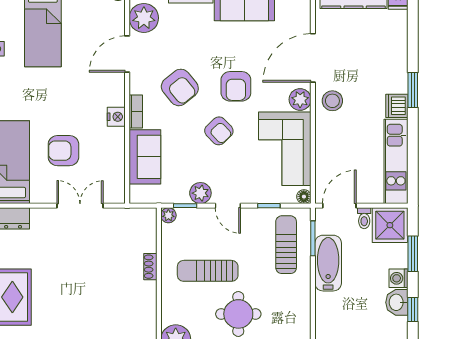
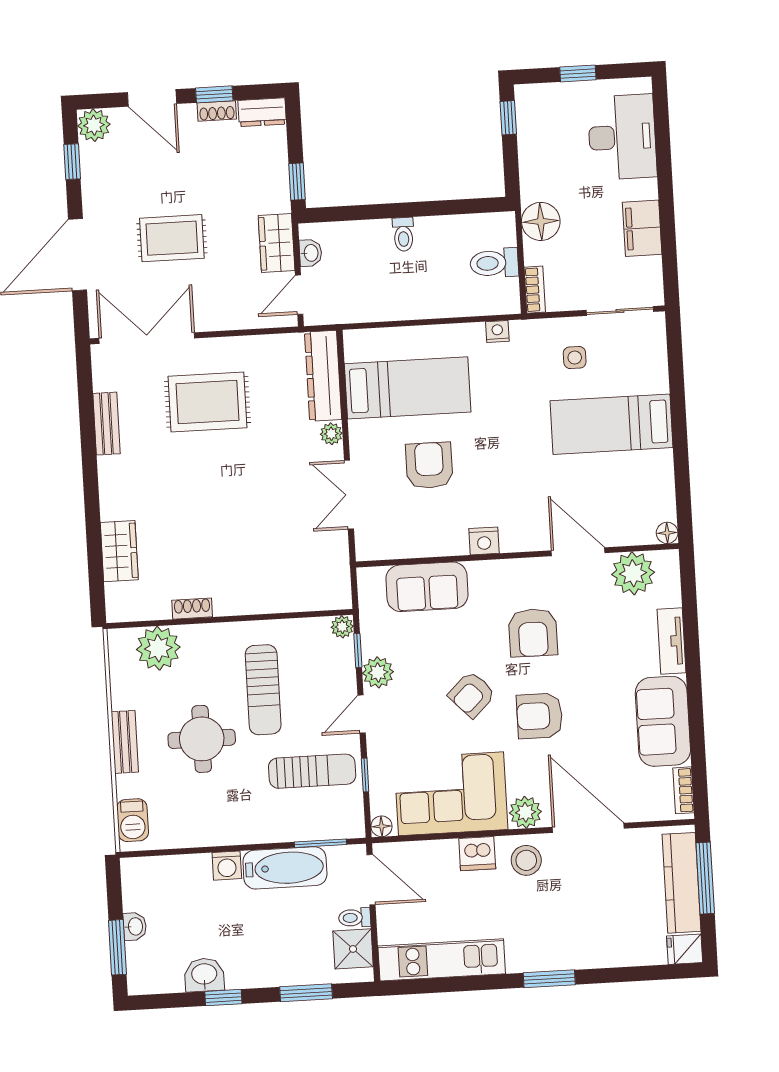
armchair: (180, 87) -> (533, 633), turned -51
dishwasher: (397, 106) -> (477, 854), moved, turned 180
bookcase: (136, 111) -> (494, 569), removed
double door: (80, 206) -> (349, 495), swing flipped
plant: (38, 215) -> (331, 434), added
shower: (390, 225) -> (353, 949), width x0.73, depth x0.73
sun lounger: (286, 245) -> (312, 771), moved
shoe rack: (150, 267) -> (192, 609), moved
sun lounger: (208, 271) -> (263, 690), turned 180
washing machine: (398, 278) -> (227, 866), moved, turned 180
washbasin: (397, 302) -> (204, 975), moved

